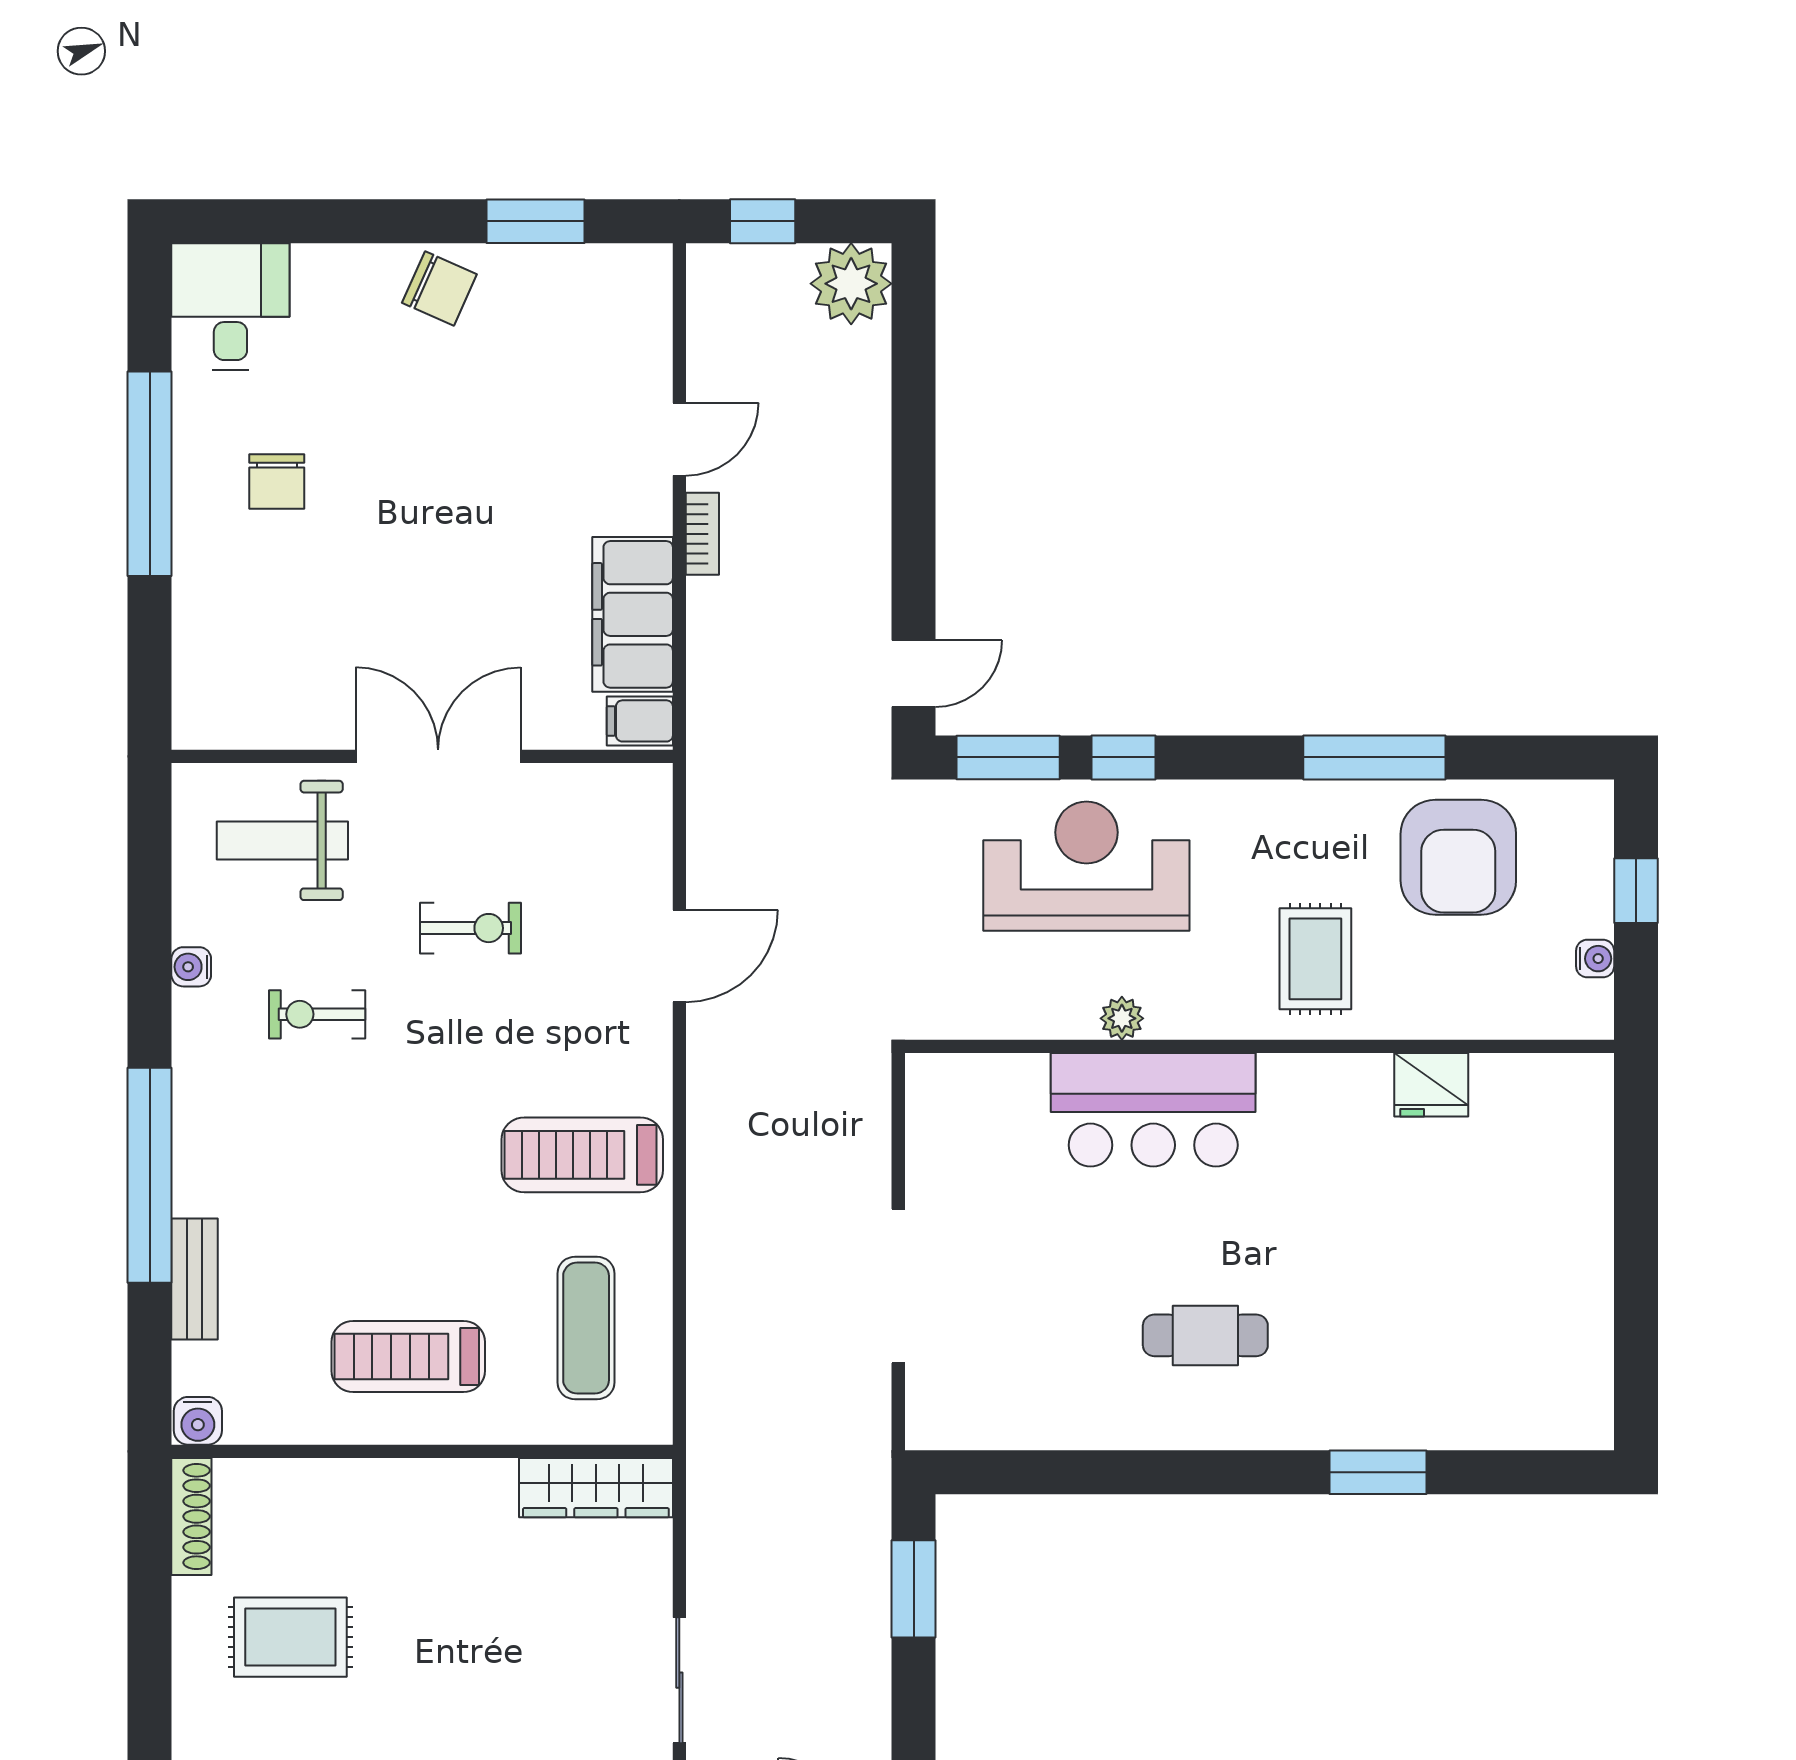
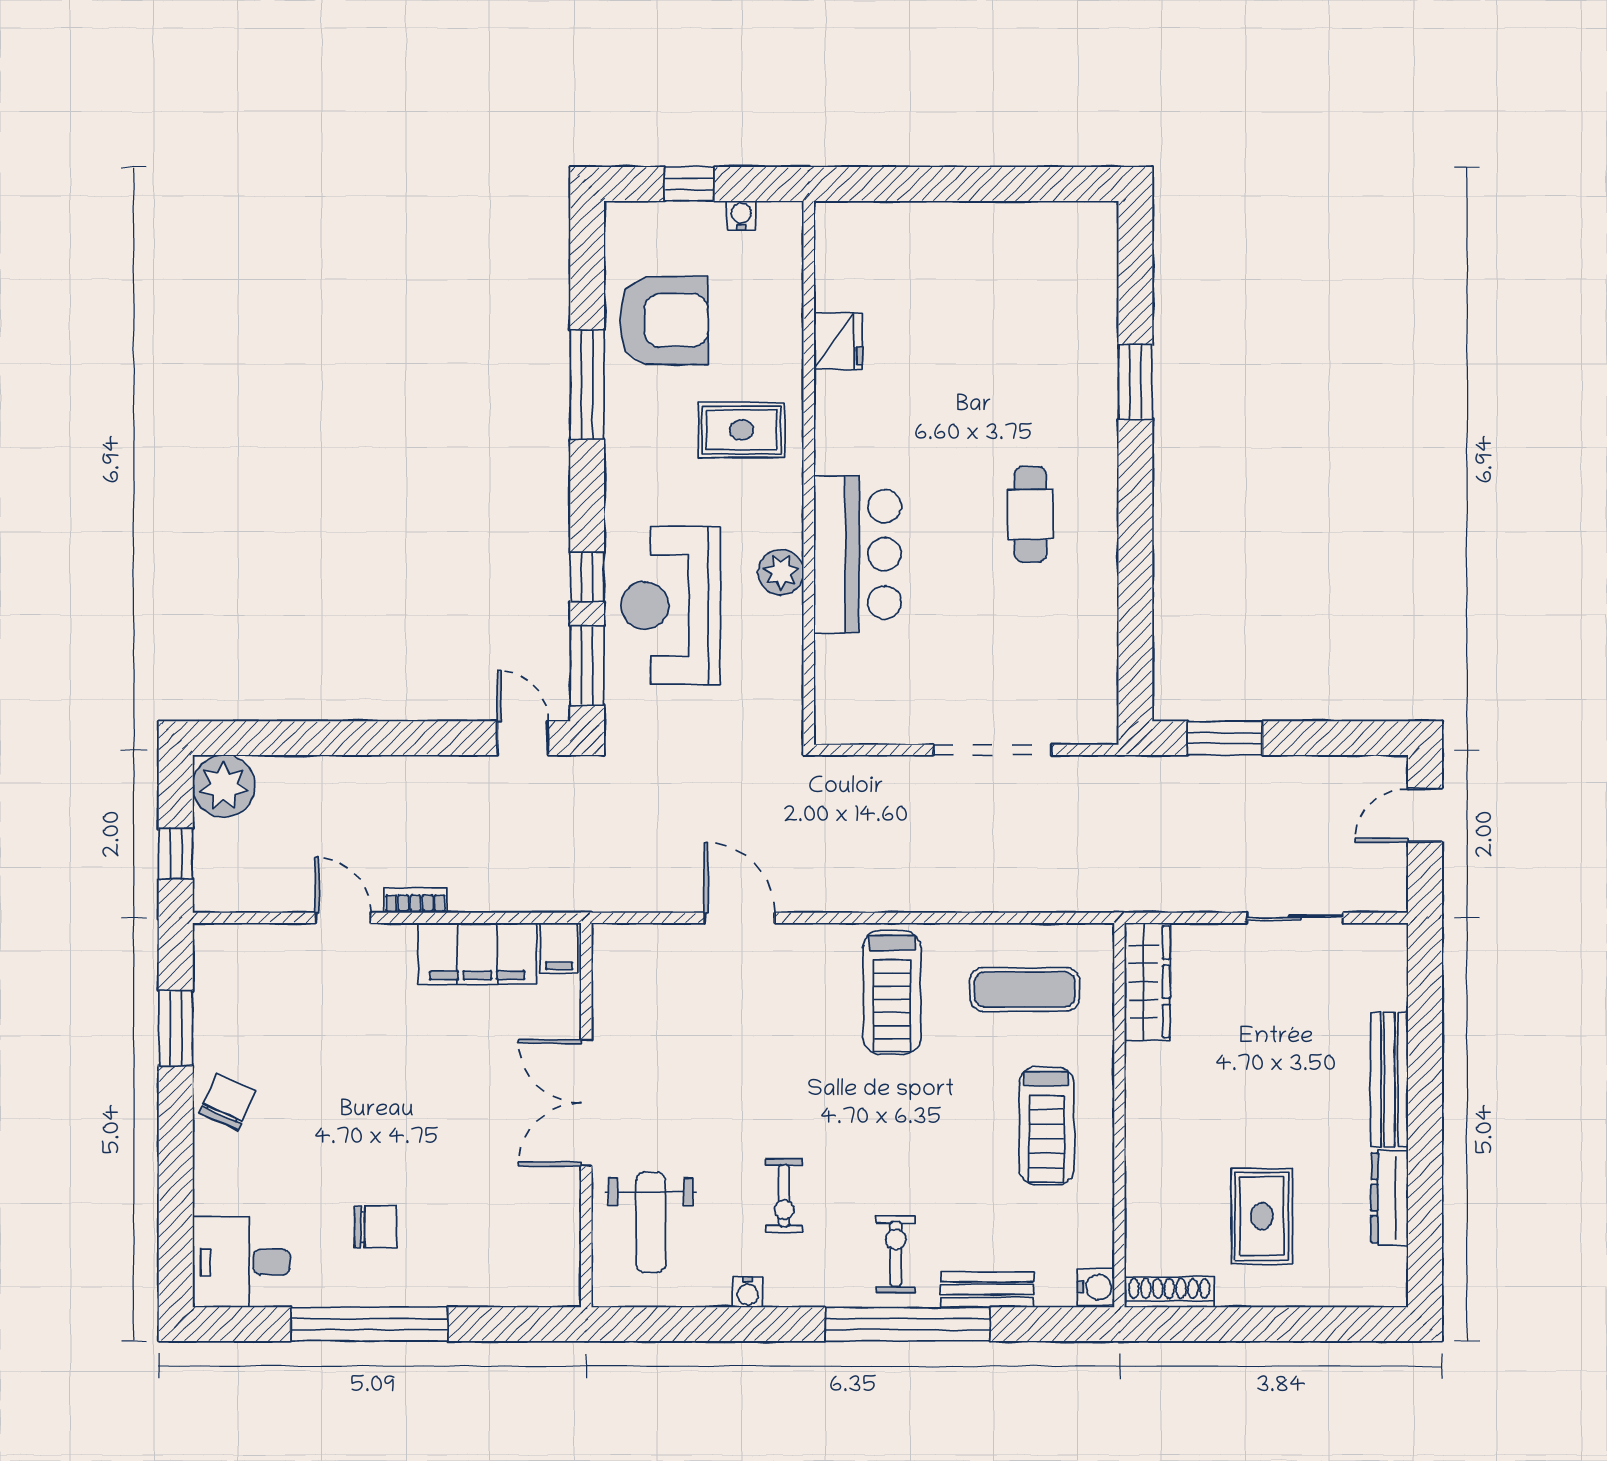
exercise bike: (470, 928) -> (896, 1254), moved
plant: (1122, 1018) -> (781, 572), width x1.38, depth x1.38

